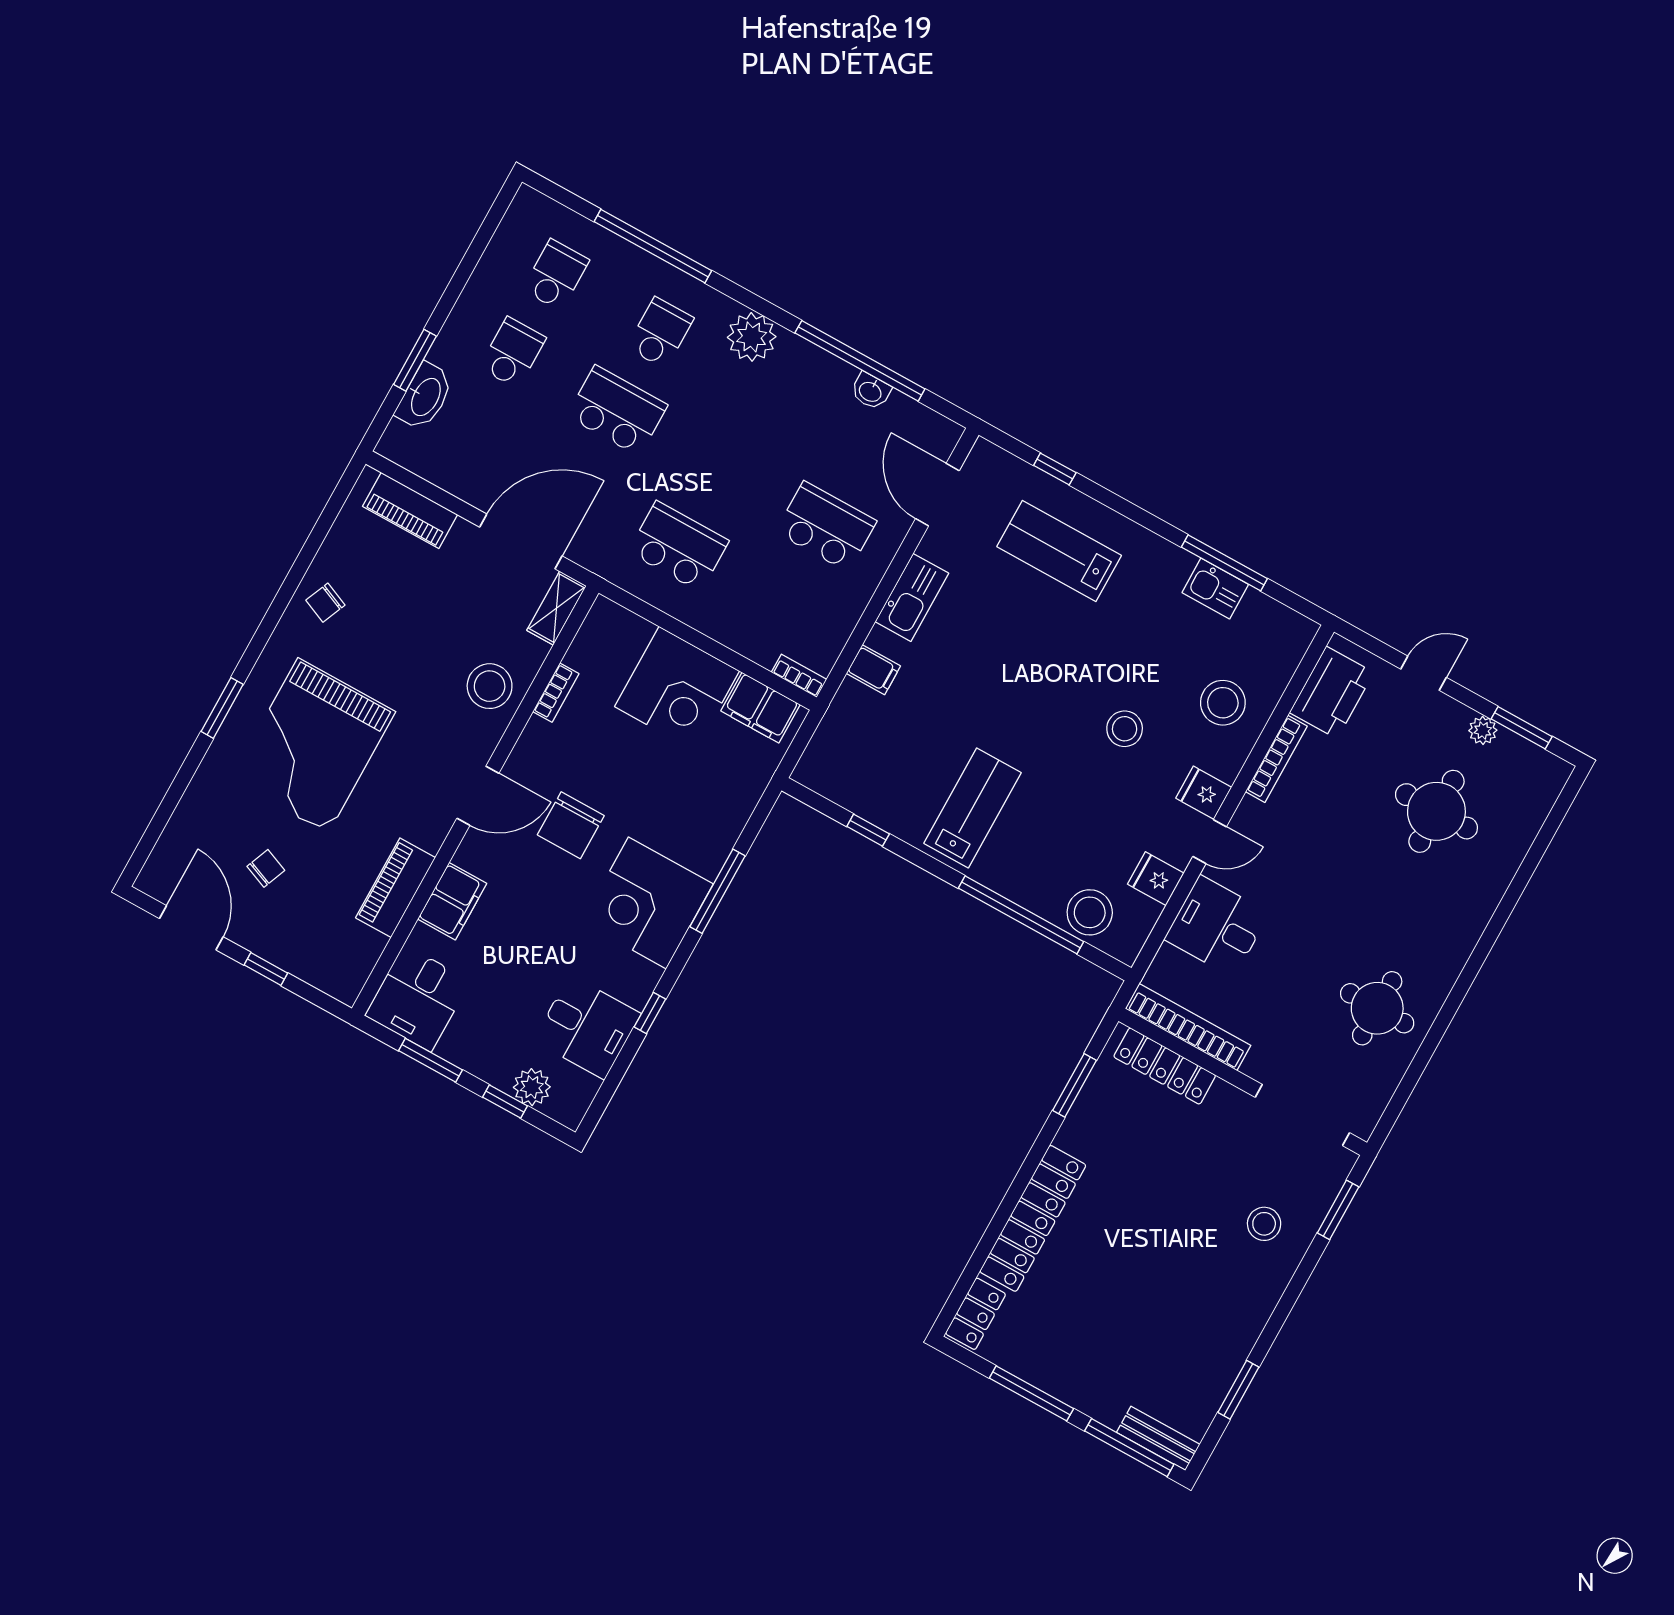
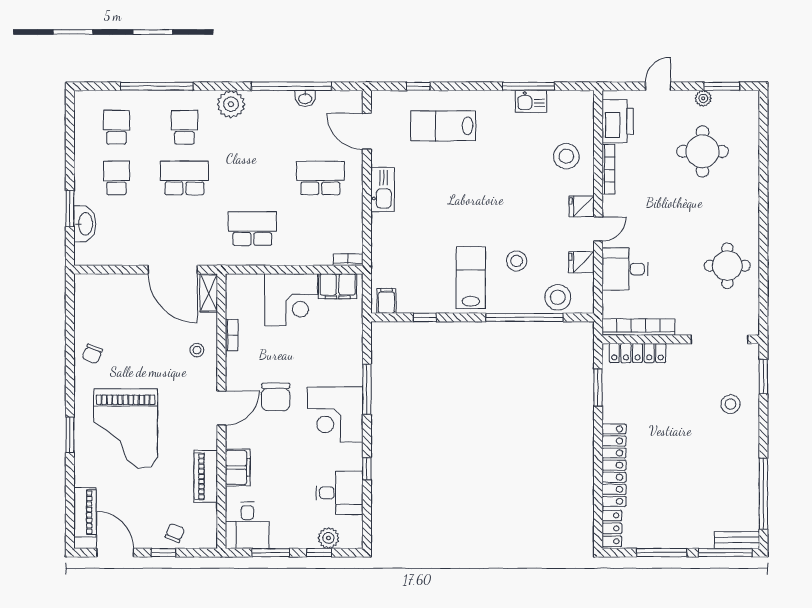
piano: (410, 510) -> (85, 512), moved, turned -90
door: (521, 542) -> (173, 270), swing flipped
filing cabinet: (873, 670) -> (386, 301), moved, turned -90
stool: (490, 686) -> (197, 350), width x0.53, depth x0.53
stool: (1125, 729) -> (517, 261), moved
chair: (266, 868) -> (175, 533), moved
window: (1238, 1390) -> (763, 494), width x2.11

